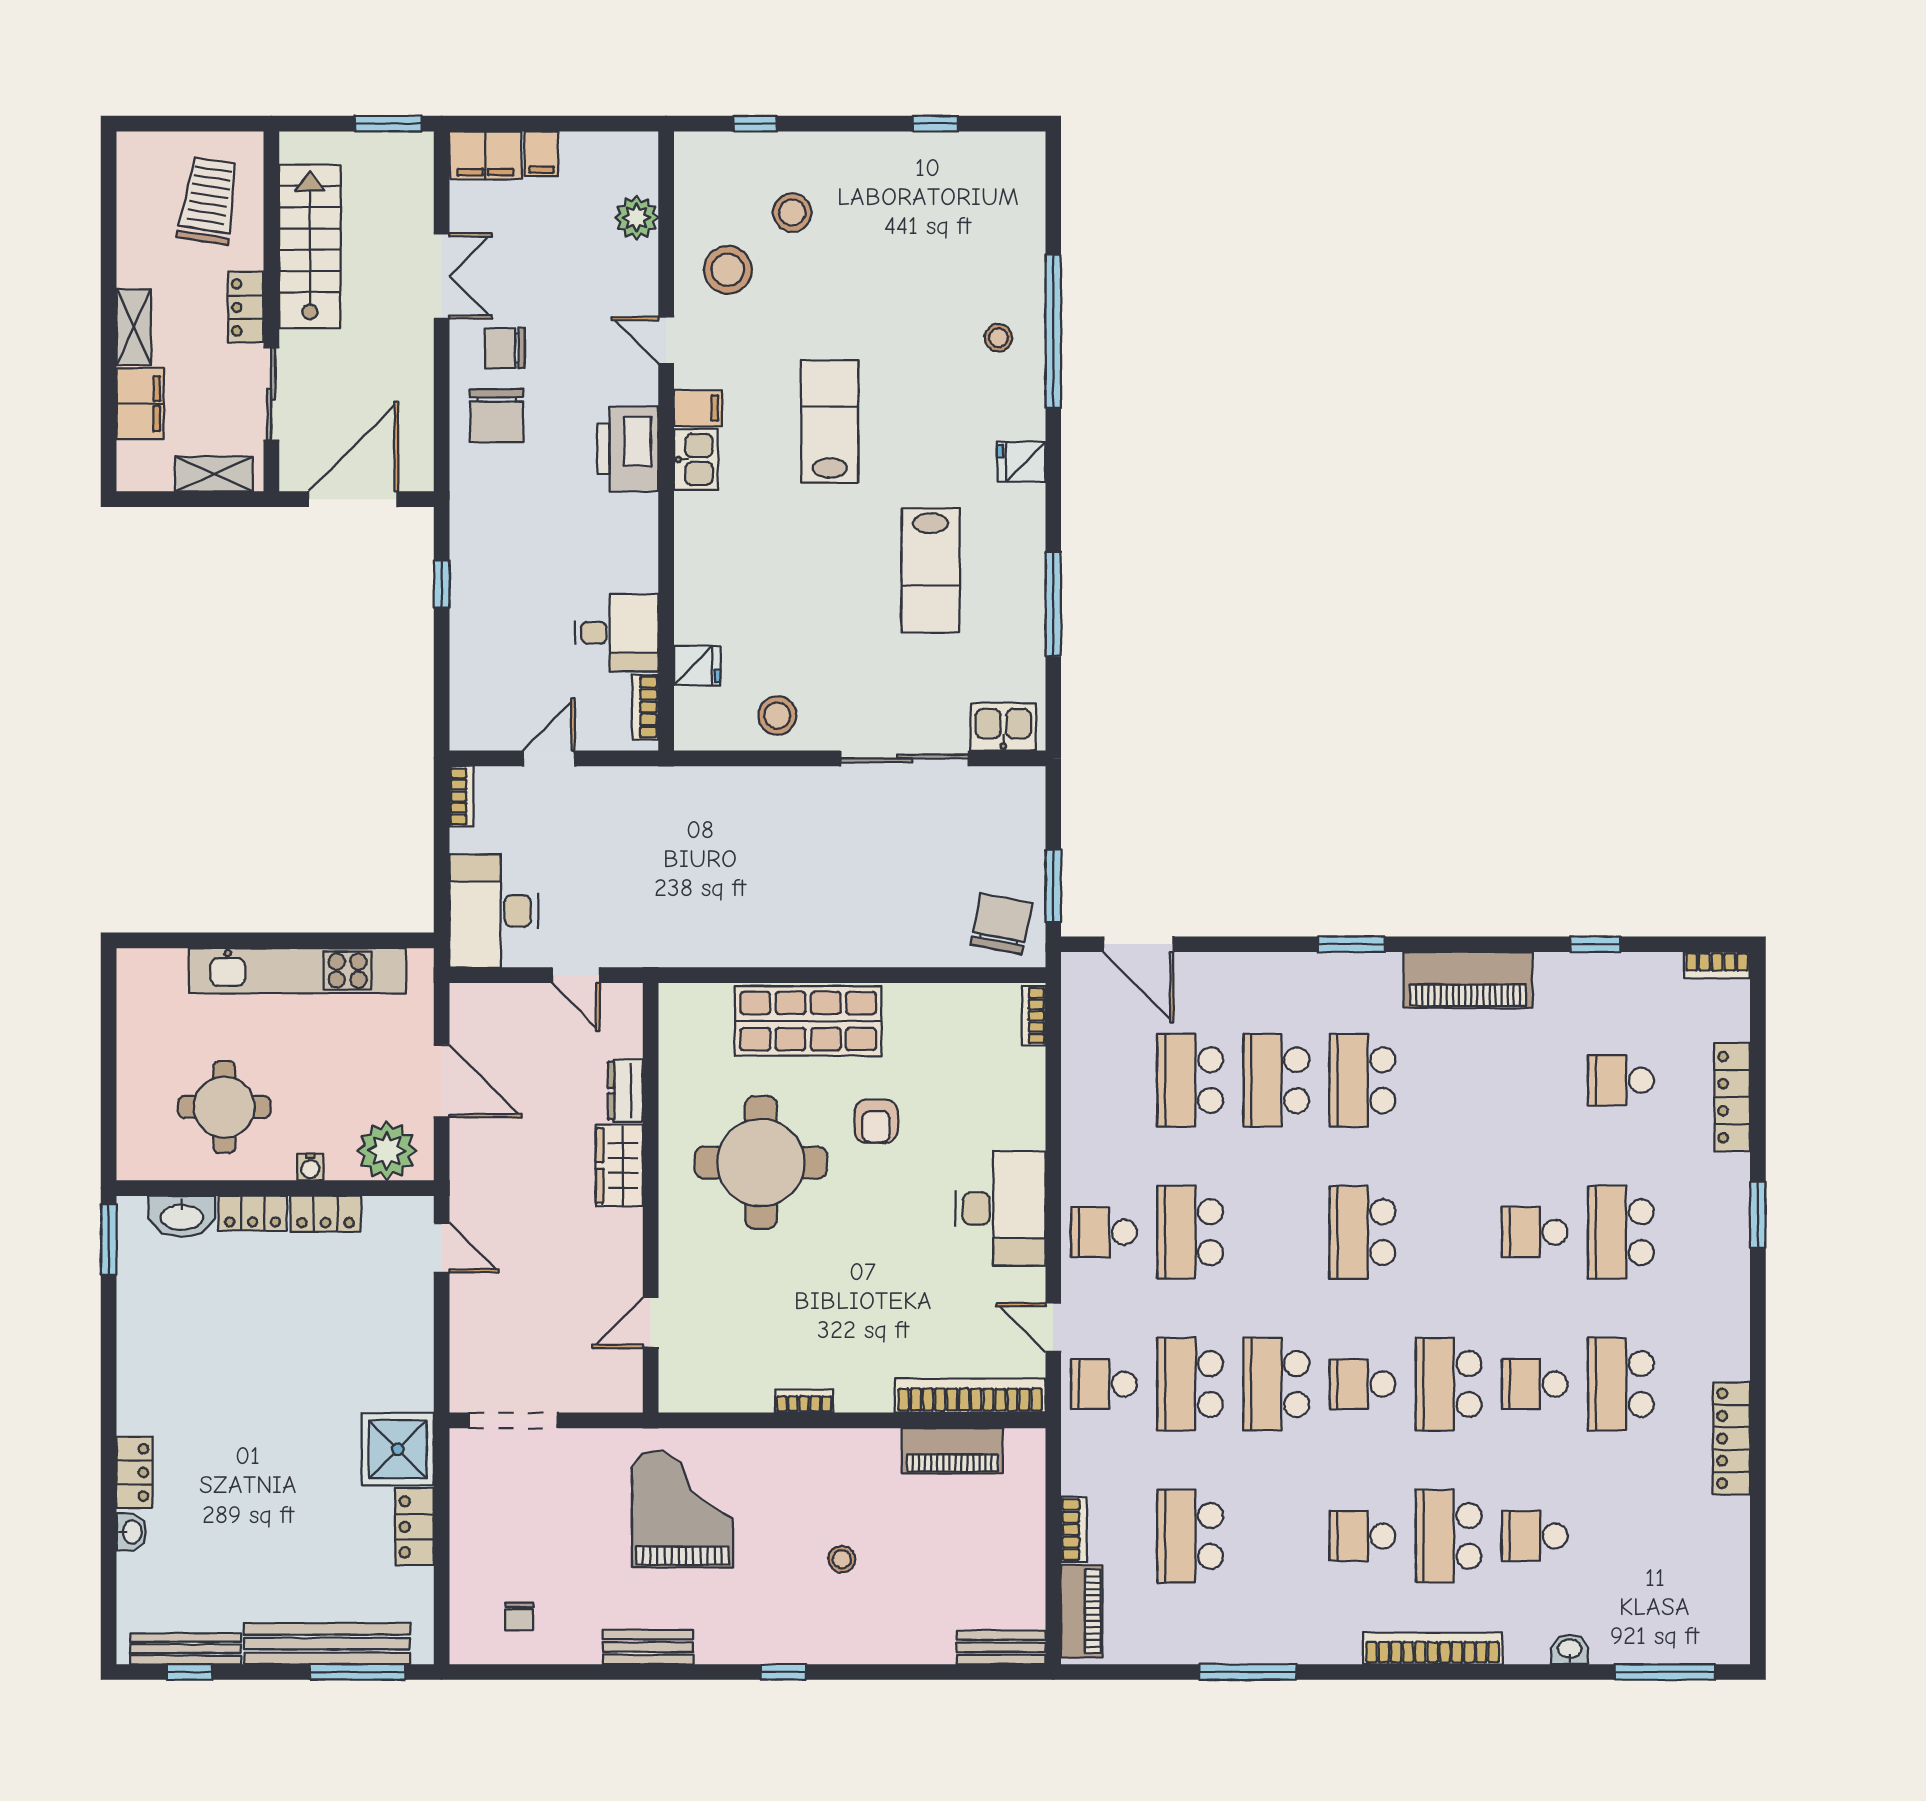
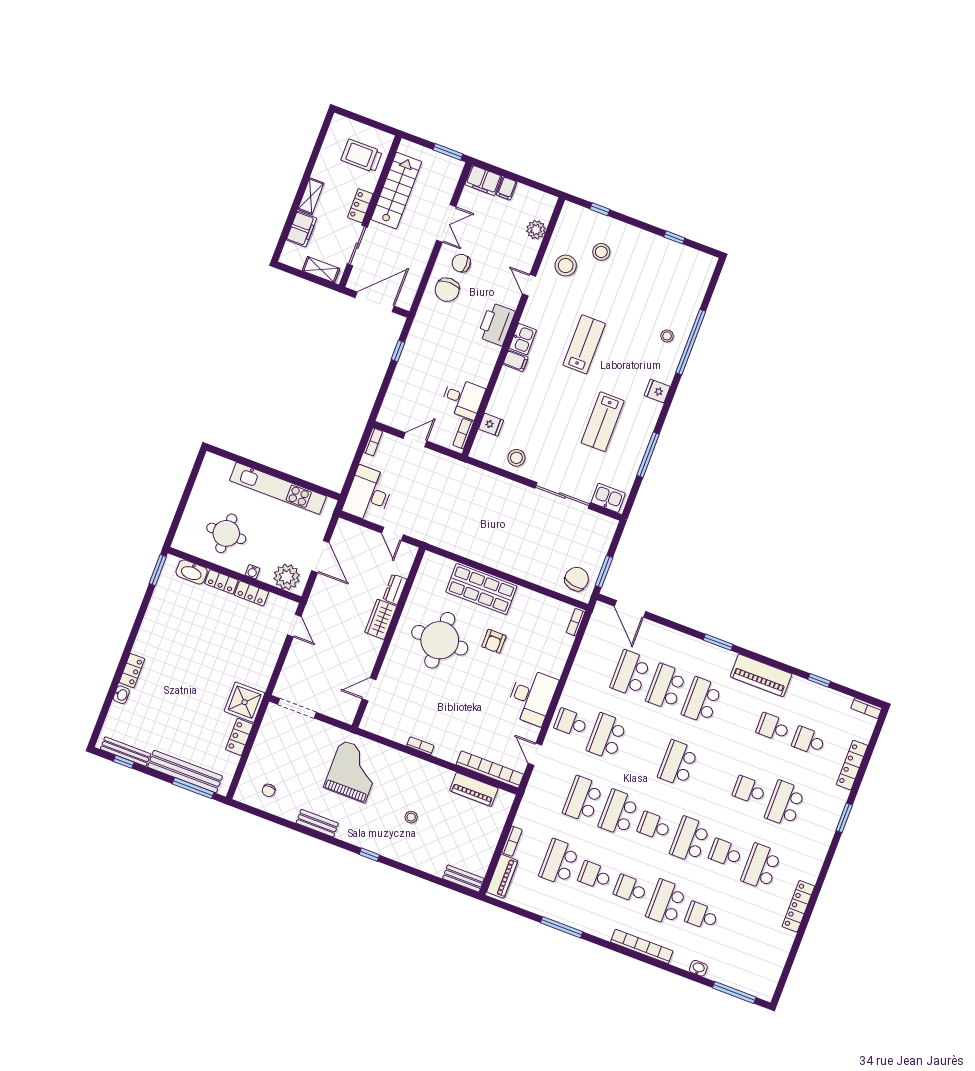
trolley: (208, 201) -> (361, 156), turned -99
filing cabinet: (698, 408) -> (516, 361), moved
school desk: (1535, 1080) -> (773, 727), added
school desk: (1104, 1384) -> (595, 875), moved

